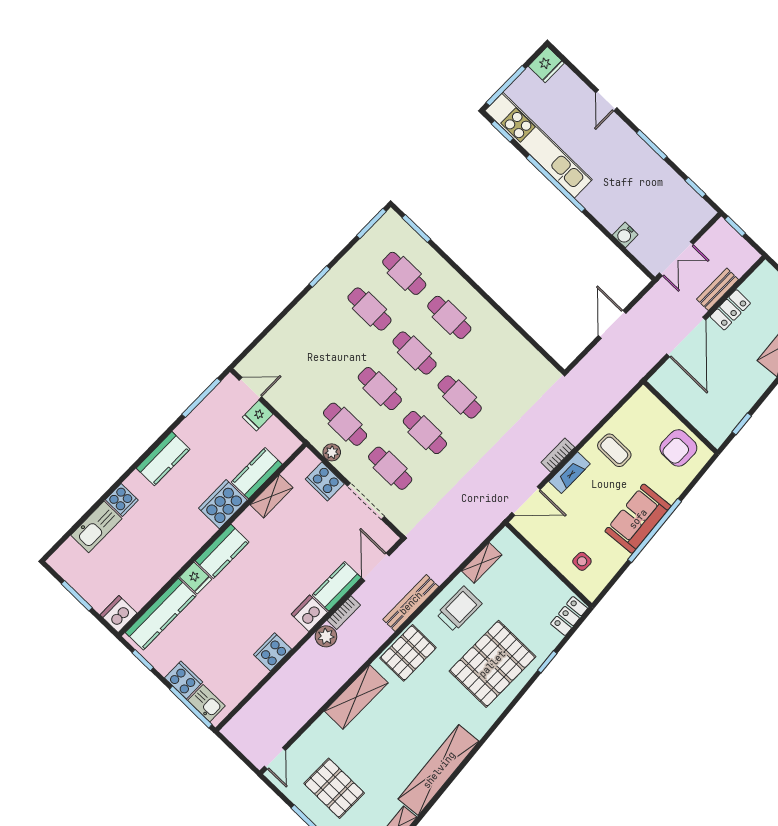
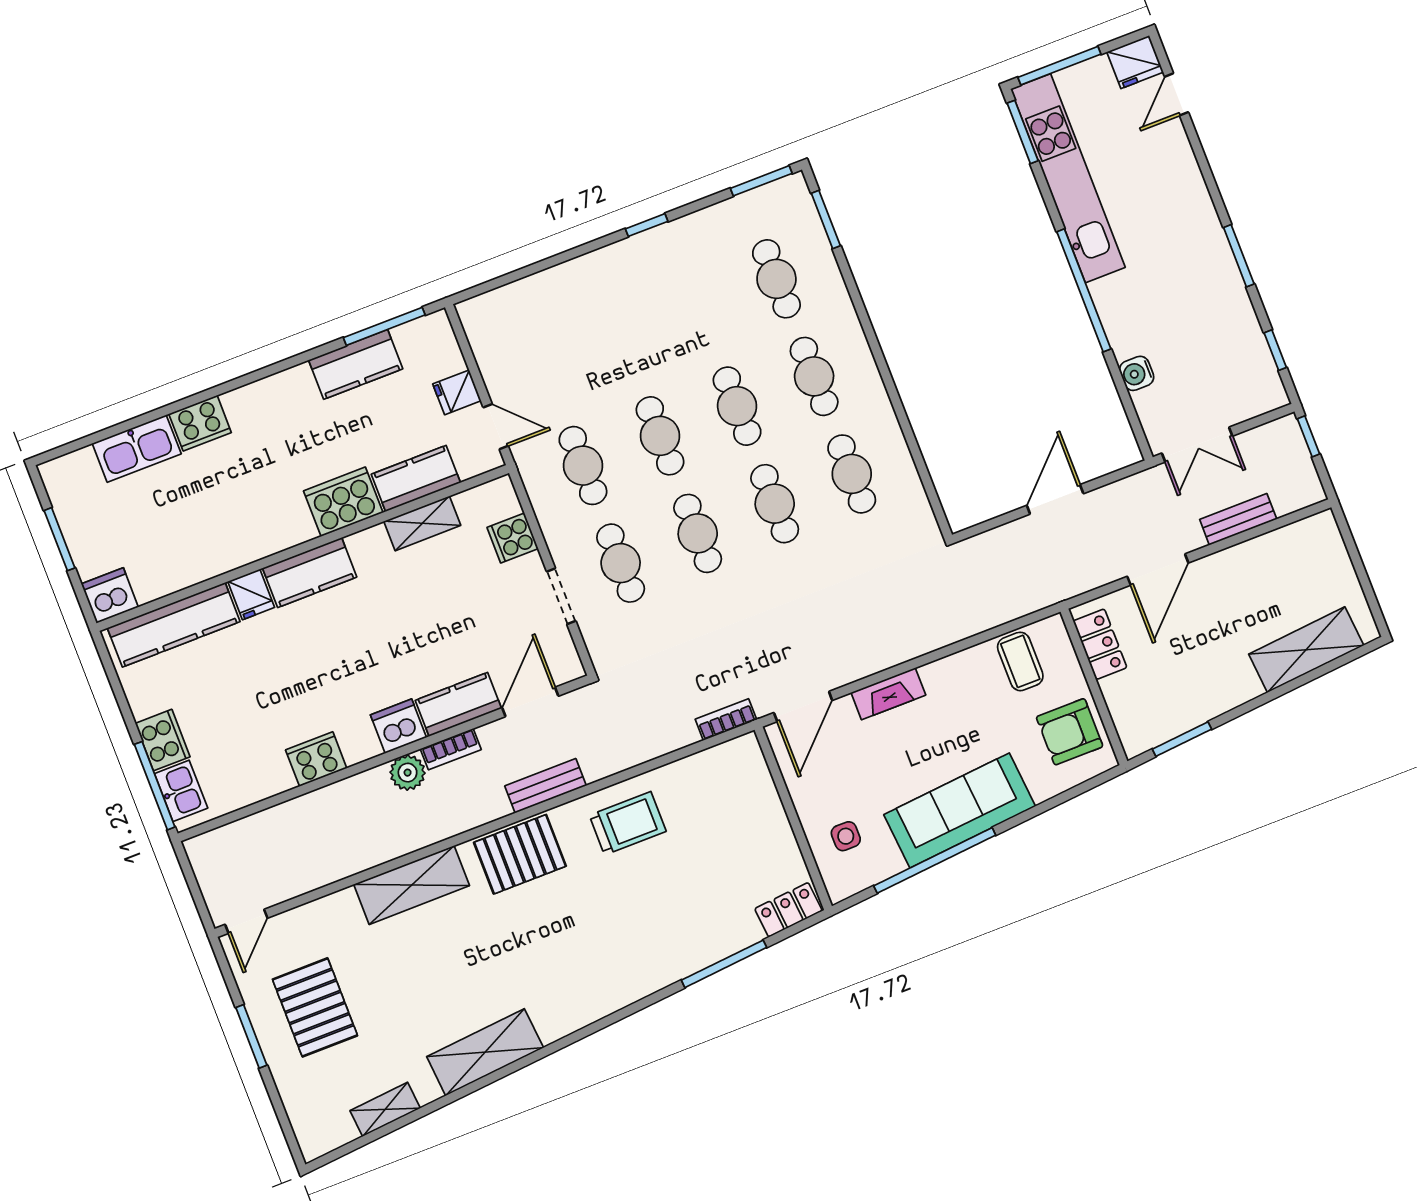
door: (606, 100) -> (1177, 94), moved
window: (502, 131) -> (1023, 132), width x1.50
window: (556, 183) -> (1084, 290), moved
cafe table: (369, 309) -> (852, 474), moved
locker: (730, 310) -> (1100, 644), moved, turned -90
door: (686, 337) -> (1158, 570), width x0.73
door: (250, 389) -> (496, 427), moved
window: (742, 424) -> (1182, 739), width x1.50
coffee table: (614, 450) -> (1020, 661), moved
plant: (332, 452) -> (543, 499), removed
bookcase: (558, 455) -> (726, 720), moved
kitchen counter: (163, 459) -> (356, 364), moved
cooker: (325, 482) -> (513, 538), width x0.73
cooker: (122, 500) -> (200, 423), width x1.36
doorway: (366, 501) -> (561, 596), width x0.73
door: (526, 501) -> (803, 706), hinge flipped
sofa: (638, 519) -> (960, 810), width x1.36
window: (655, 531) -> (935, 860), moved
shelving: (482, 563) -> (693, 769), removed
bench: (411, 603) -> (546, 786), width x0.73
window: (143, 660) -> (115, 682), removed
window: (547, 662) -> (724, 964), width x2.17
pallet: (492, 664) -> (640, 929), removed
shelving: (439, 770) -> (485, 1052), width x0.68

